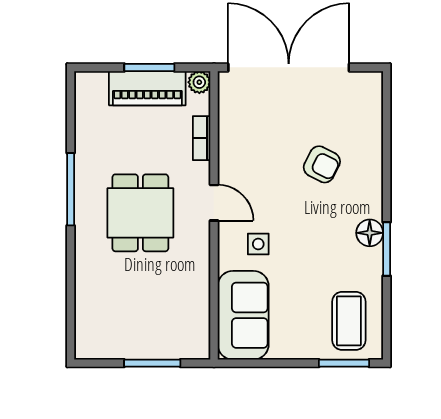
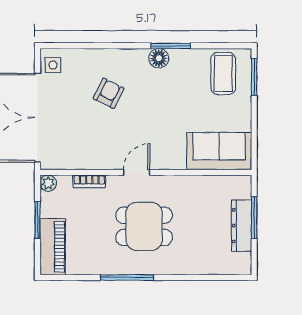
piano: (147, 88) -> (53, 247), moved
side table: (258, 244) -> (53, 65), moved
coffee table: (349, 321) -> (223, 73), turned 90
dresser: (141, 346) -> (241, 226), added

